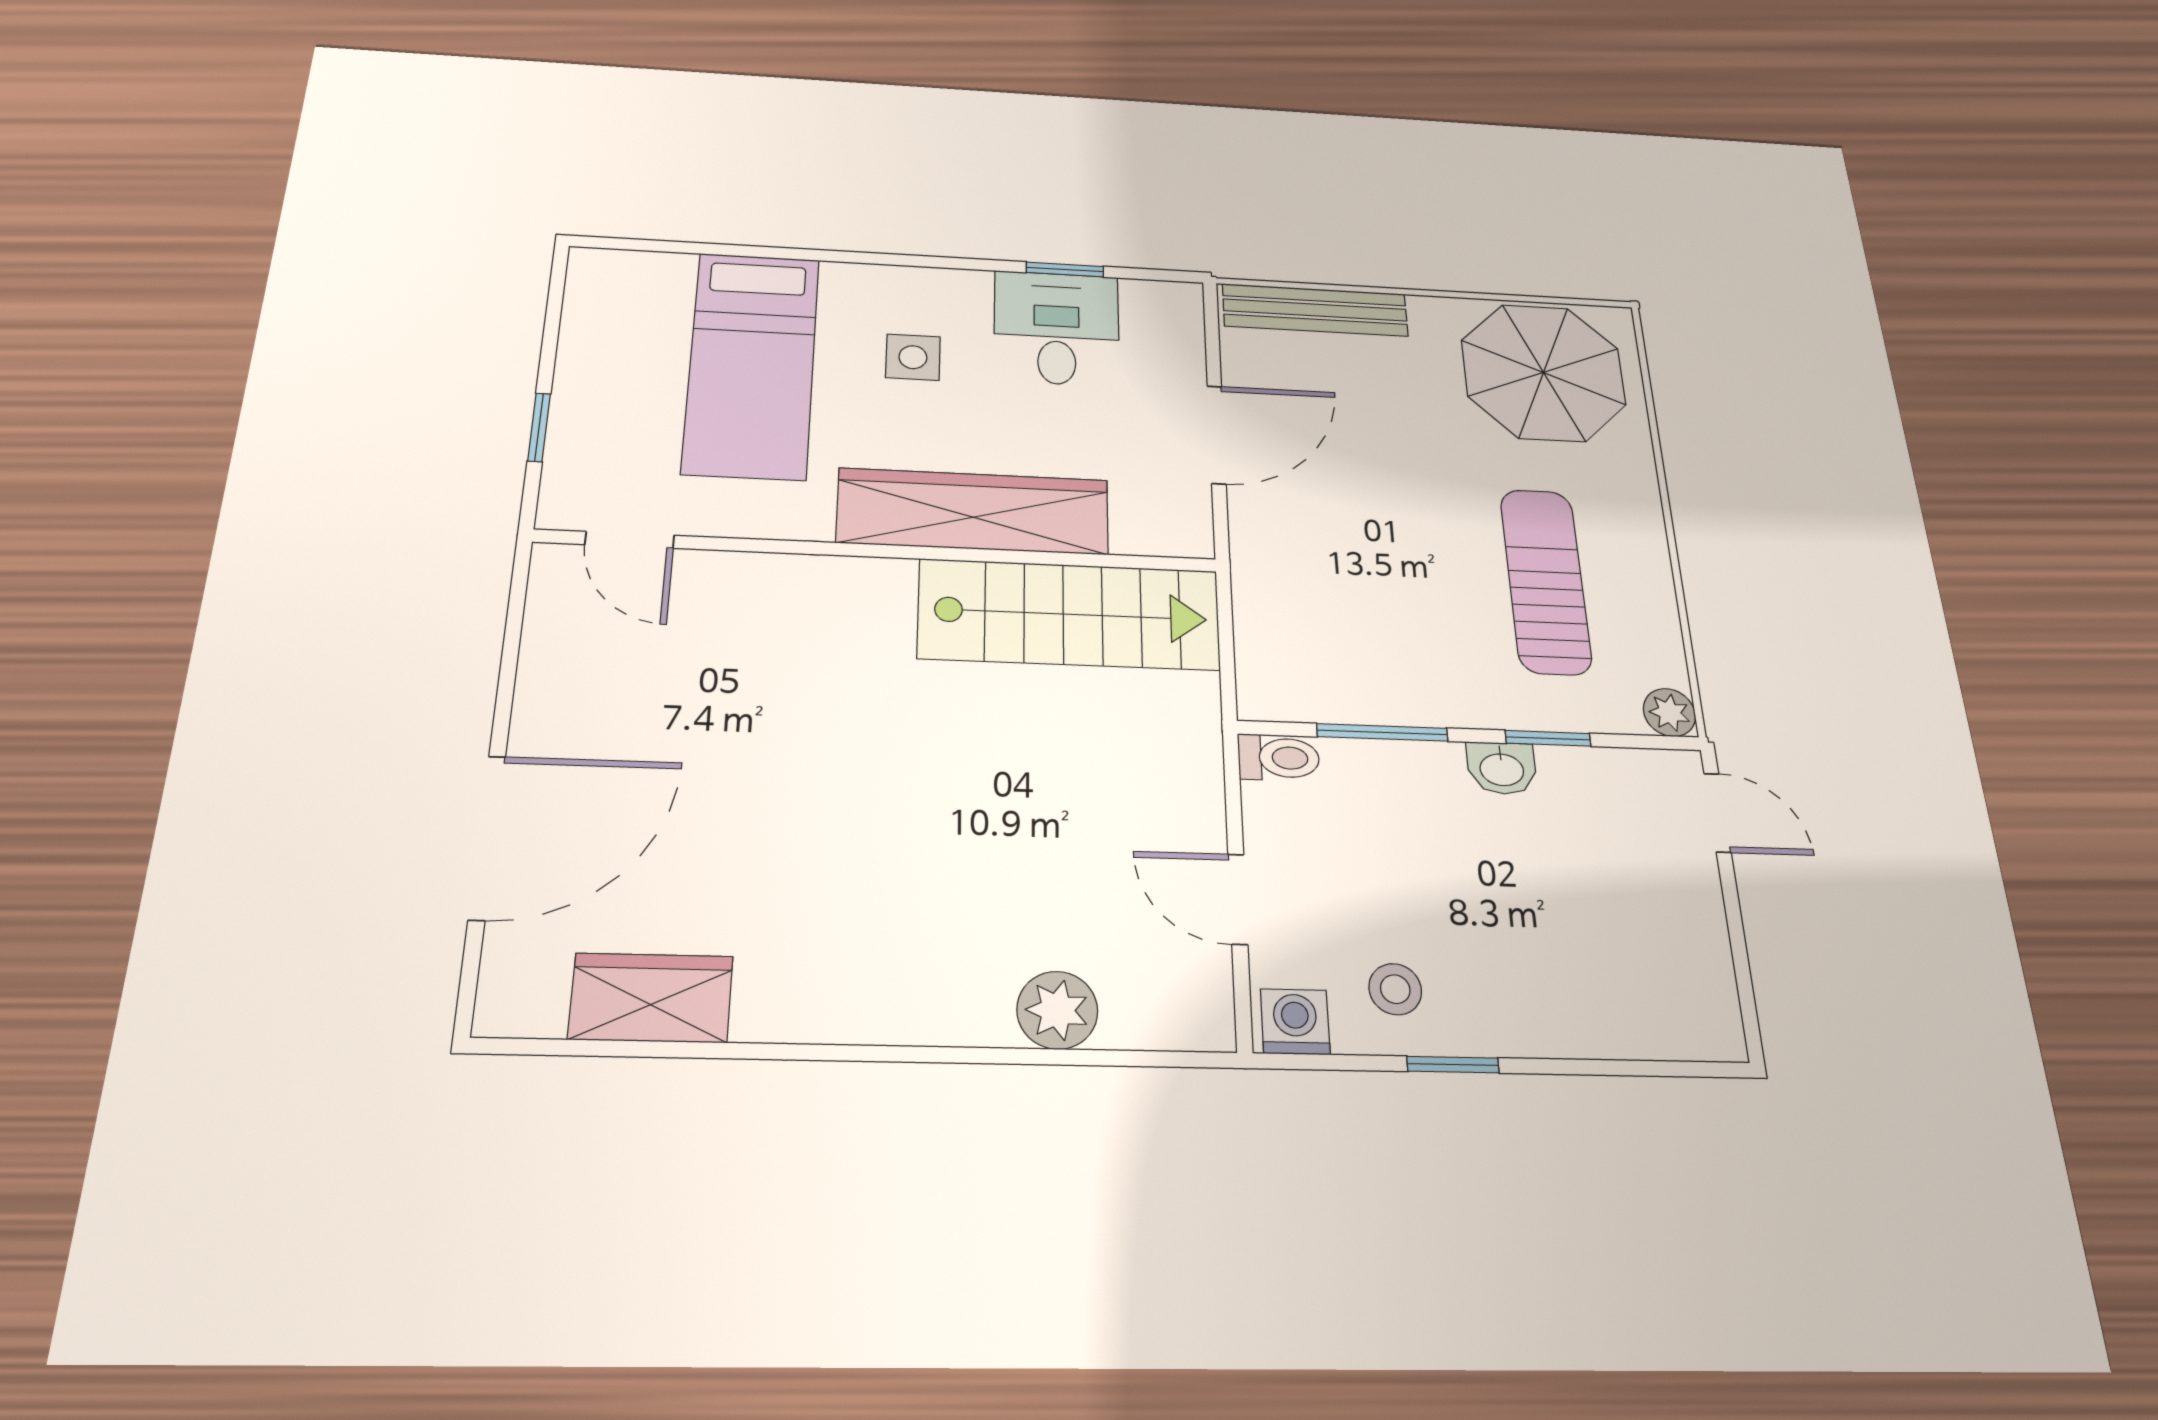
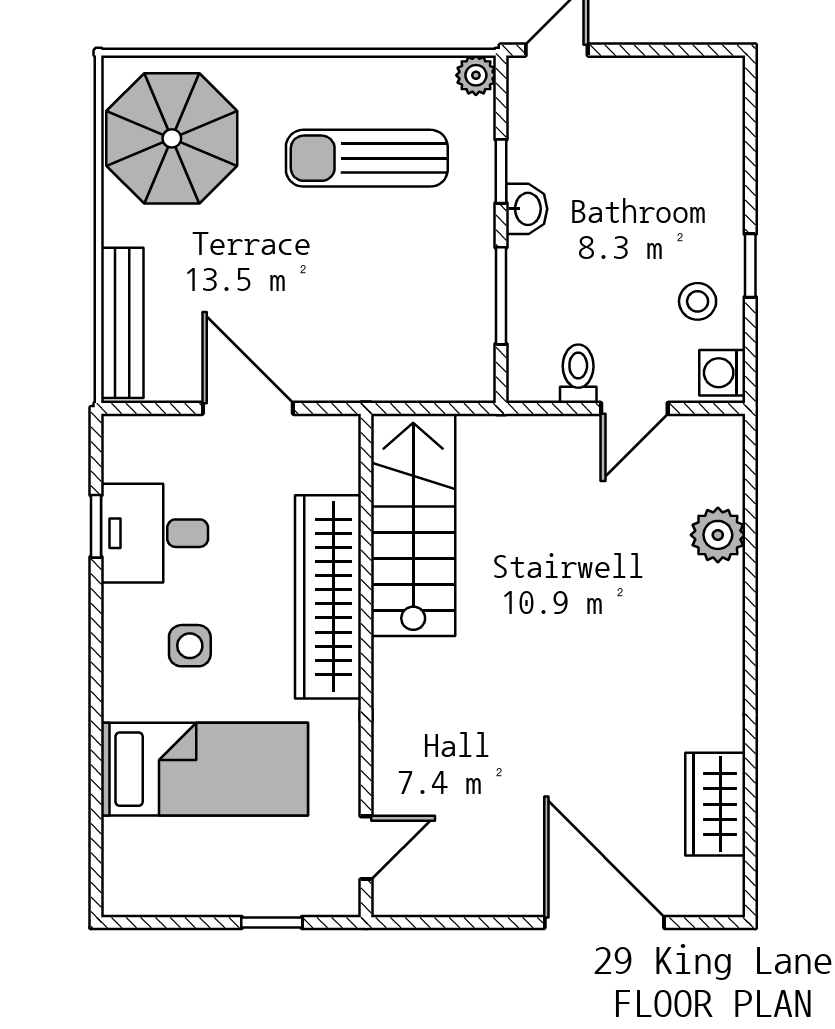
toilet: (1279, 758) -> (578, 374), moved

